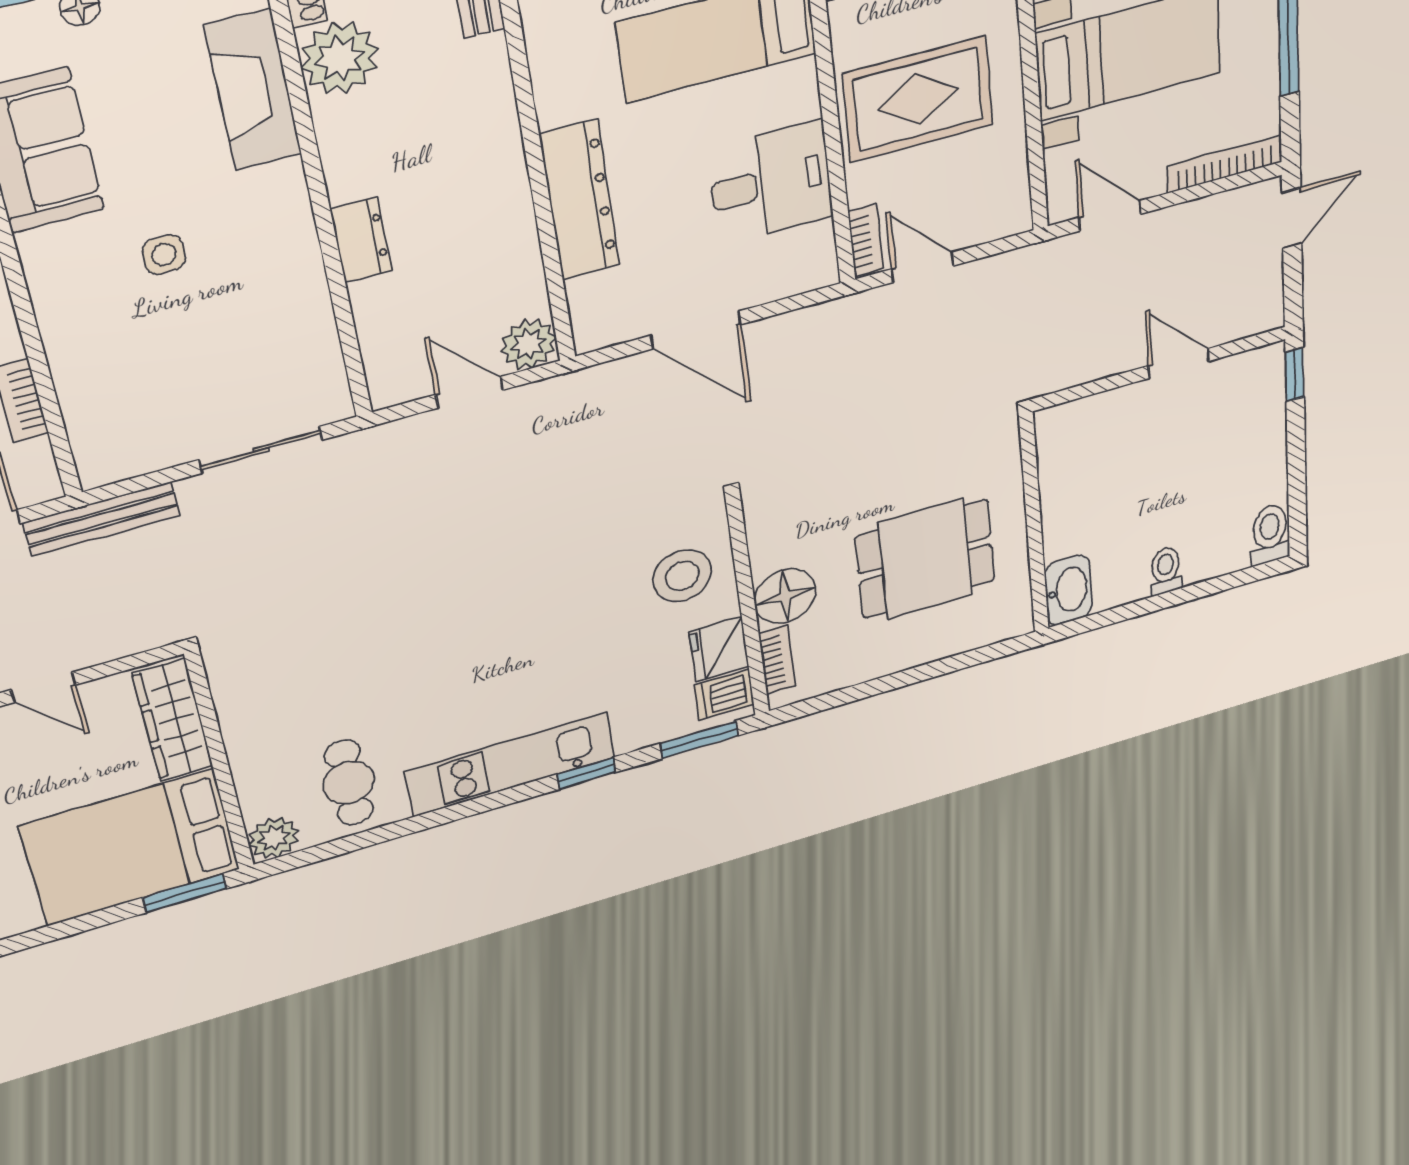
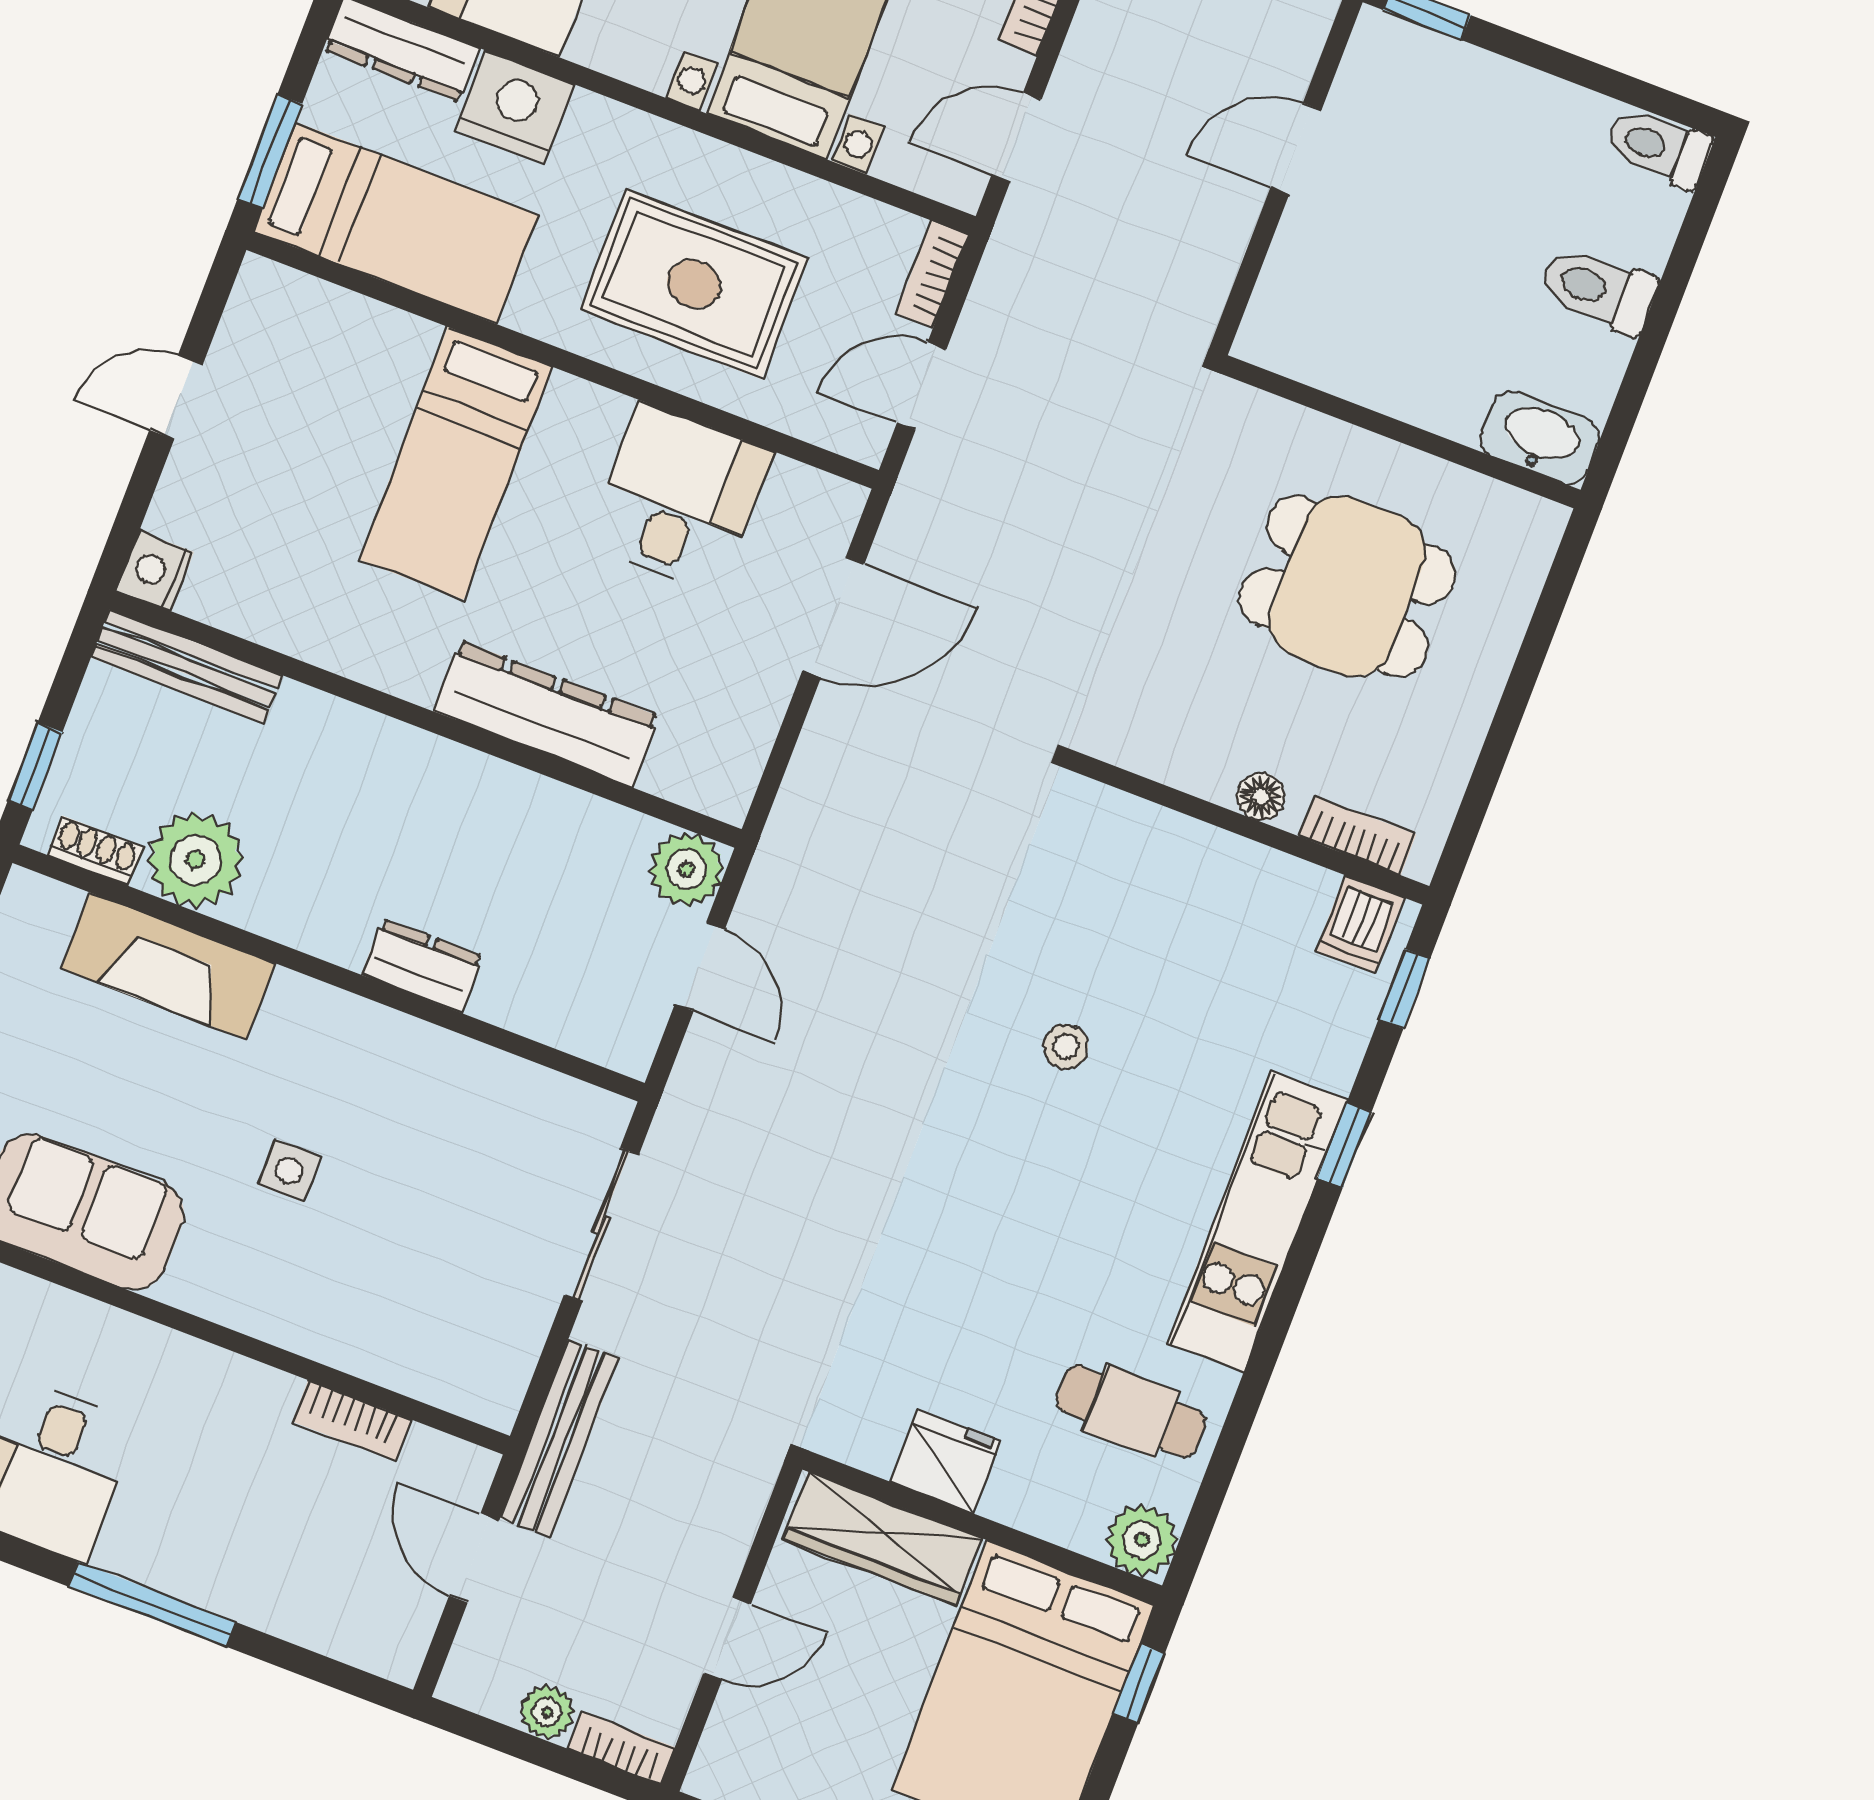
rug: (918, 99) -> (694, 284), turned 90
bookcase: (866, 240) -> (932, 274), moved, turned -90
door: (696, 330) -> (833, 617), moved
door: (469, 392) -> (700, 967), swing flipped
dining table: (925, 559) -> (1348, 586), turned 90
toilet: (1166, 571) -> (1598, 290), width x1.37, depth x1.39
stool: (682, 576) -> (1066, 1046), moved, width x0.53, depth x0.53
floor lamp: (785, 596) -> (1261, 796), width x0.53, depth x0.53
fridge: (719, 649) -> (945, 1462), moved, turned 180
window: (699, 739) -> (1404, 989), width x0.67
window: (185, 893) -> (1139, 1683), width x0.67

